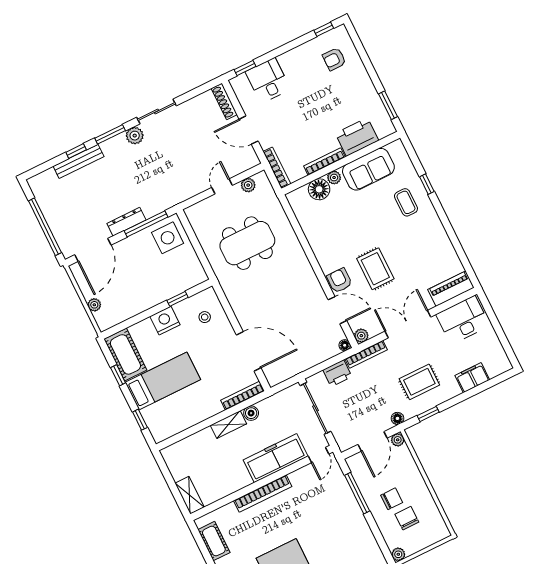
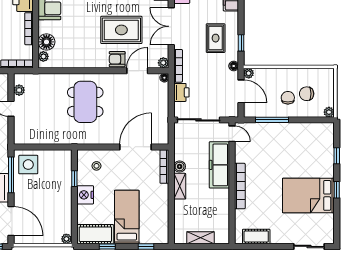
plant: (334, 178) -> (43, 56), moved
dining table: (247, 243) -> (85, 102), moved
rug: (375, 269) -> (121, 30), width x1.36, depth x1.43
plant: (94, 305) -> (66, 239), moved
shelving: (190, 495) -> (201, 238), moved

